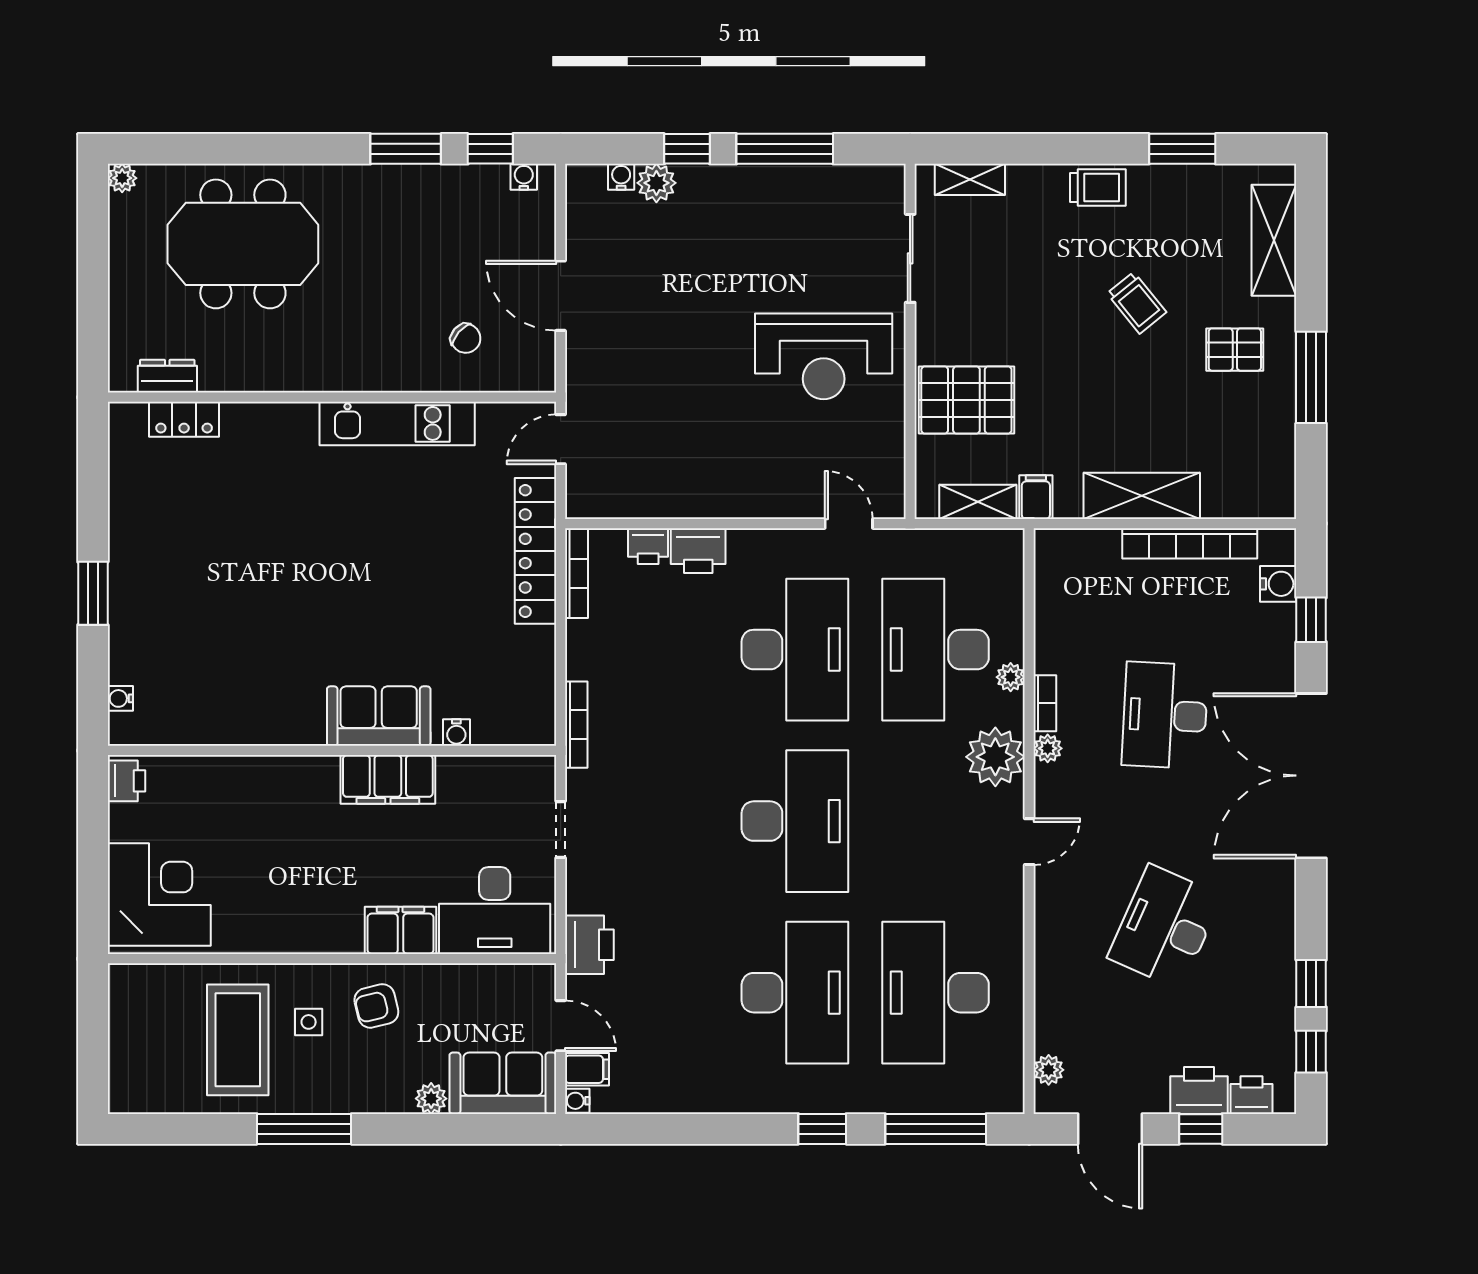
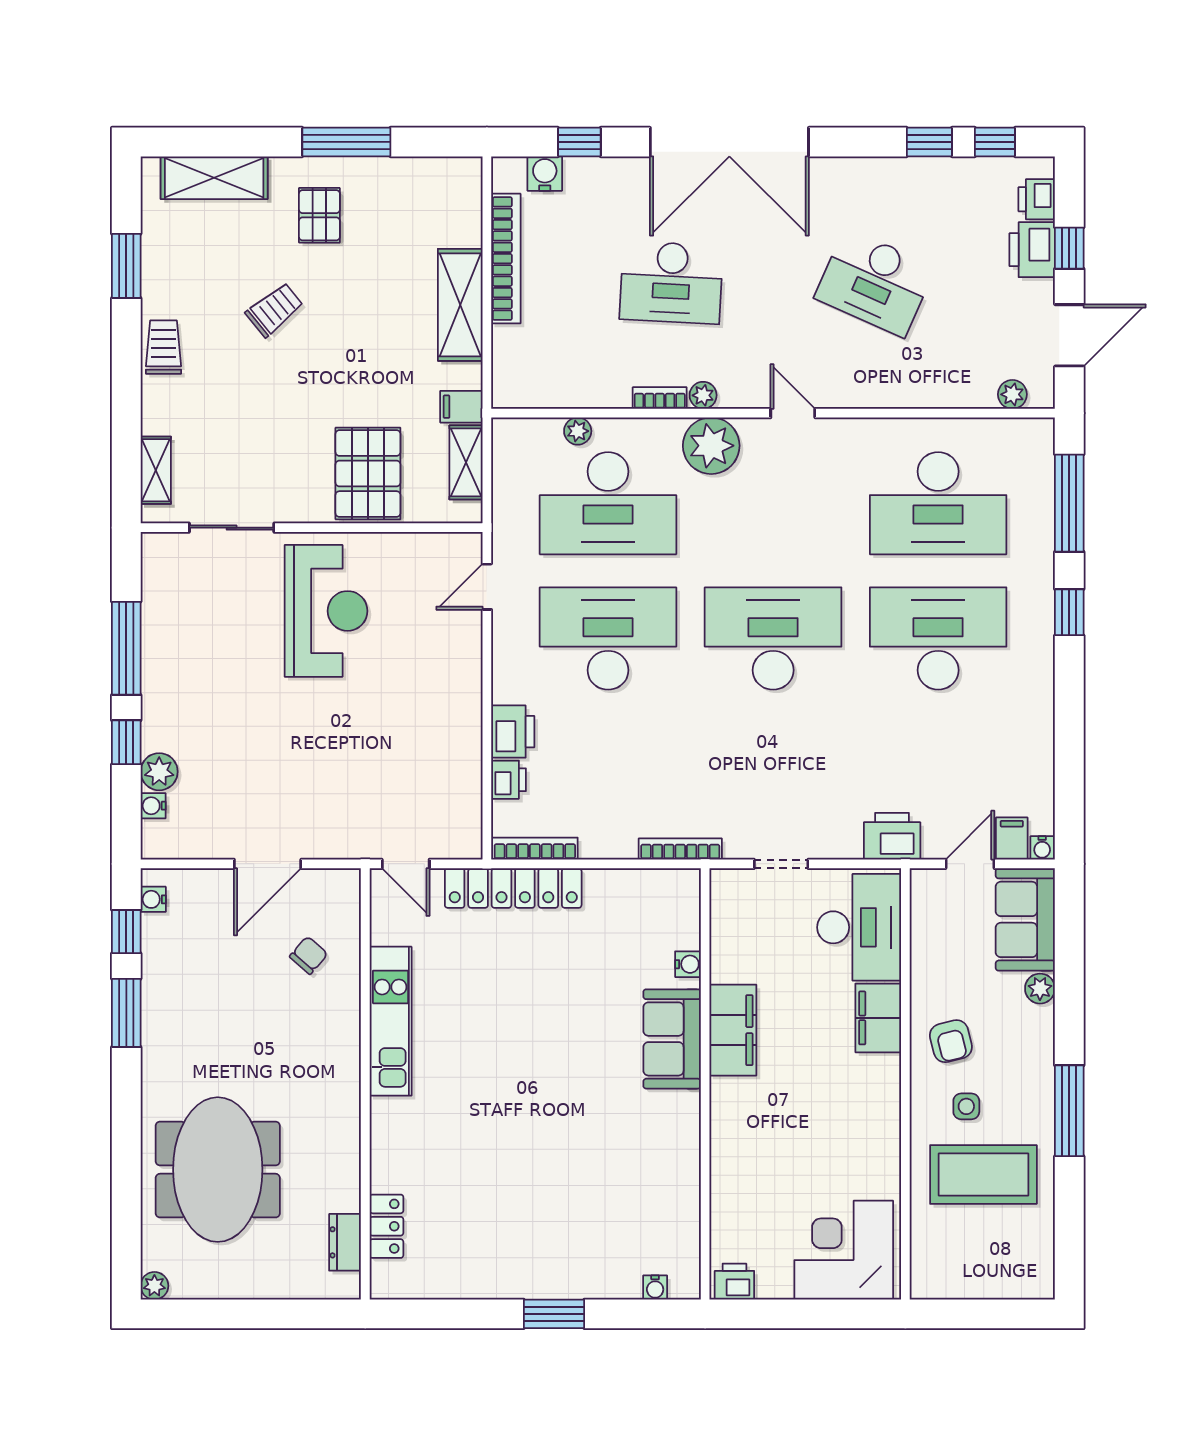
plant: (1011, 677) -> (578, 431), moved

